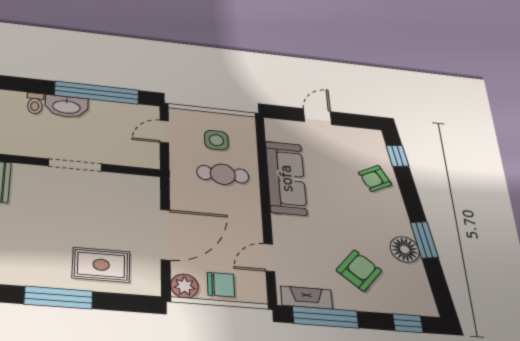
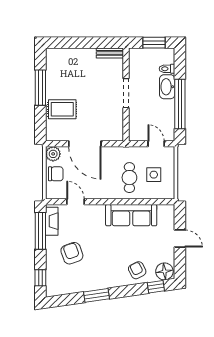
floor lamp: (405, 249) -> (164, 271), moved
rug: (101, 265) -> (62, 109), turned 90
armchair: (359, 270) -> (72, 253), turned -150
chair: (221, 285) -> (56, 174), turned -90

